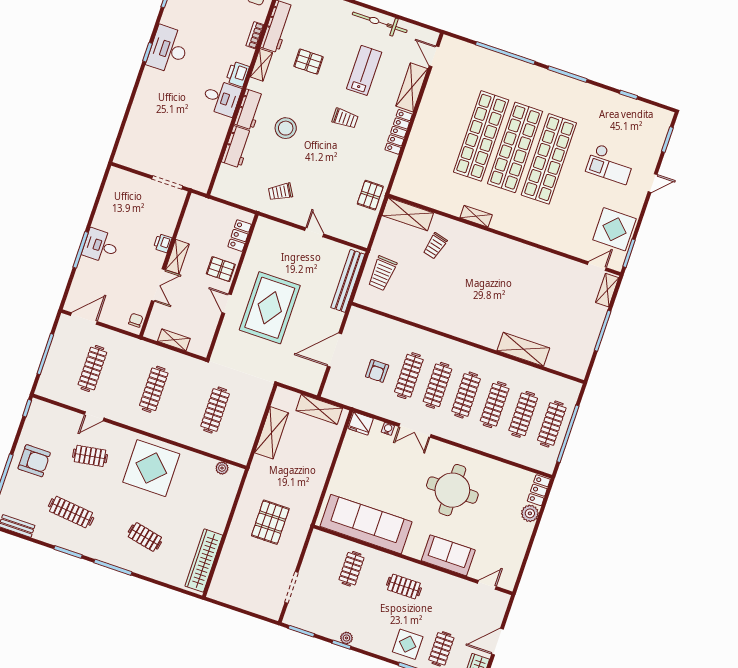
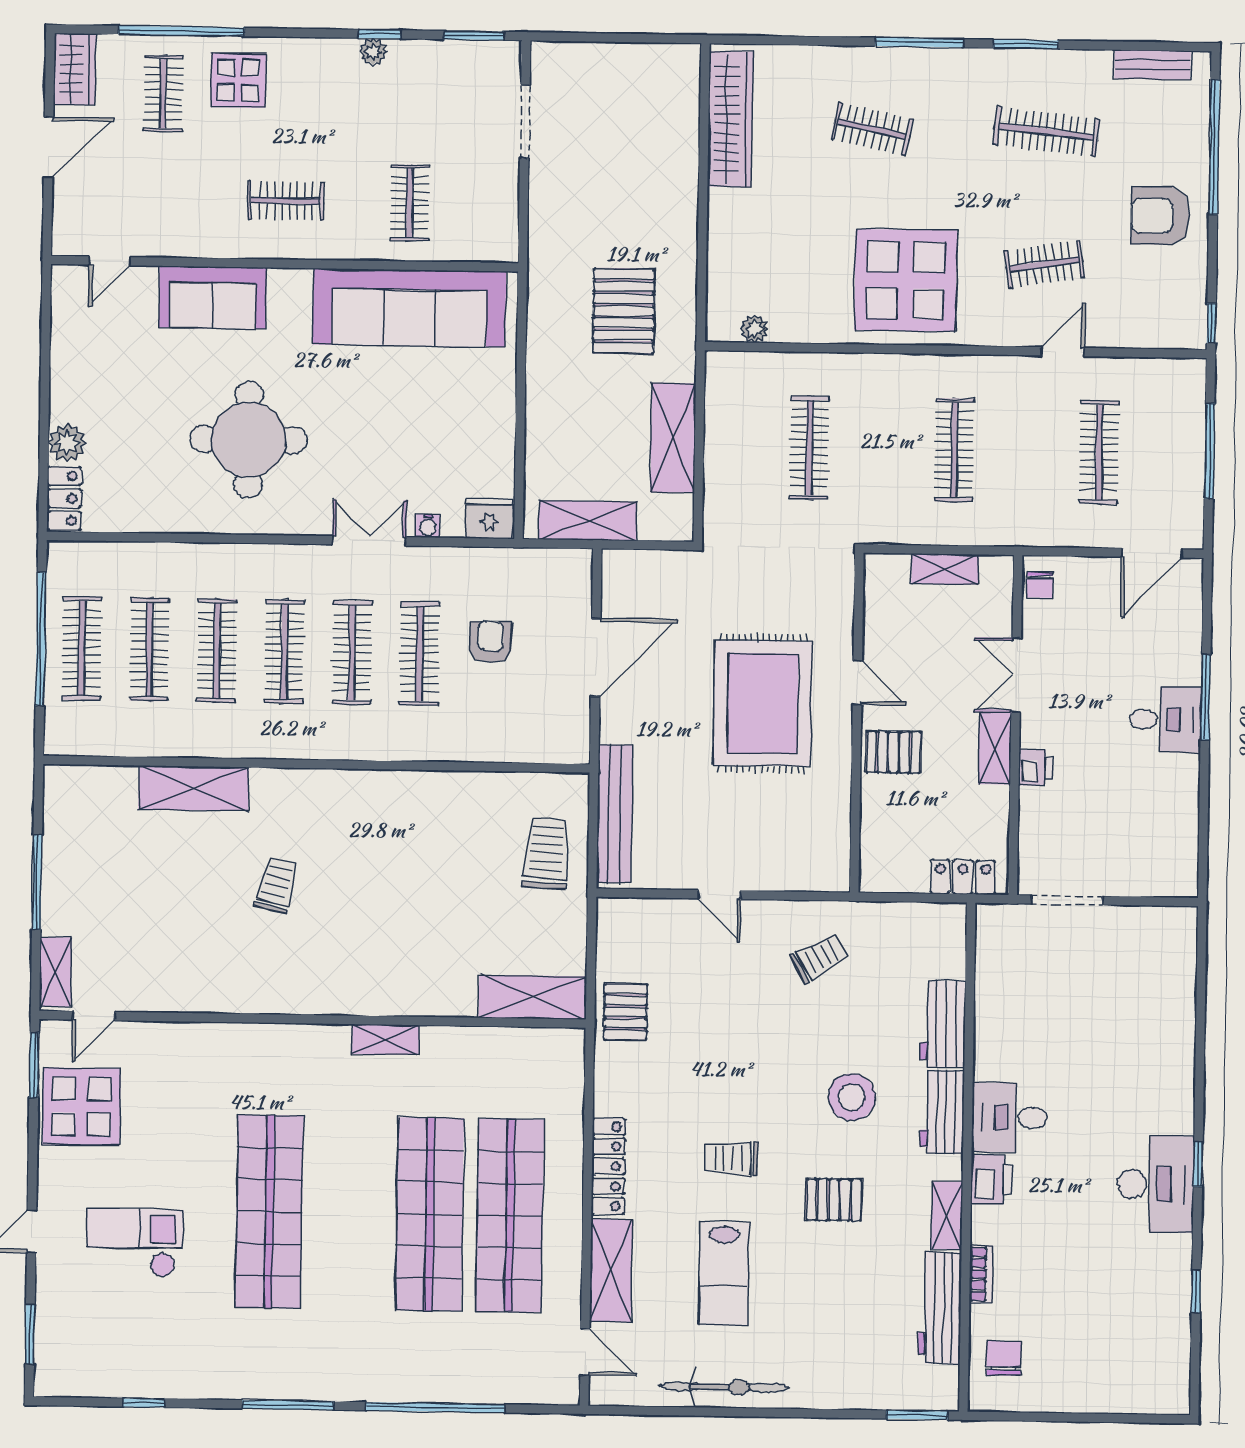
pallet: (308, 62) -> (834, 1200), moved
shop shelf: (515, 147) -> (510, 1215), moved
locker: (240, 236) -> (963, 877), moved, turned -90
trolley: (435, 246) -> (277, 885), moved
pallet: (270, 522) -> (624, 311), moved

